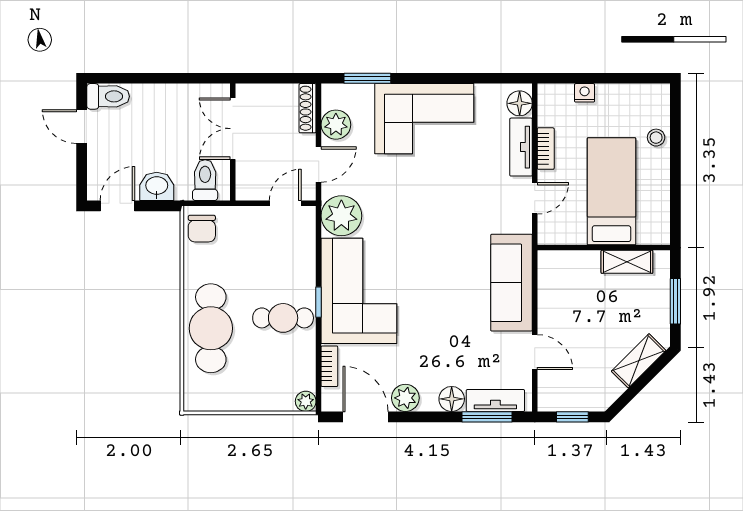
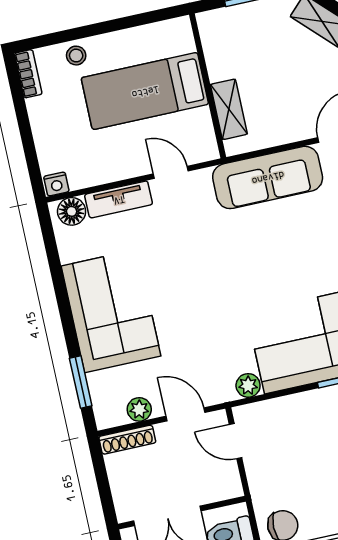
nightstand: (585, 93) -> (56, 184), moved, turned -90
plant: (336, 125) -> (139, 409), width x0.73, depth x0.73
bookcase: (546, 149) -> (28, 74), moved, turned 90
plant: (341, 216) -> (248, 385), width x0.53, depth x0.53
shelving: (627, 262) -> (229, 109), moved

